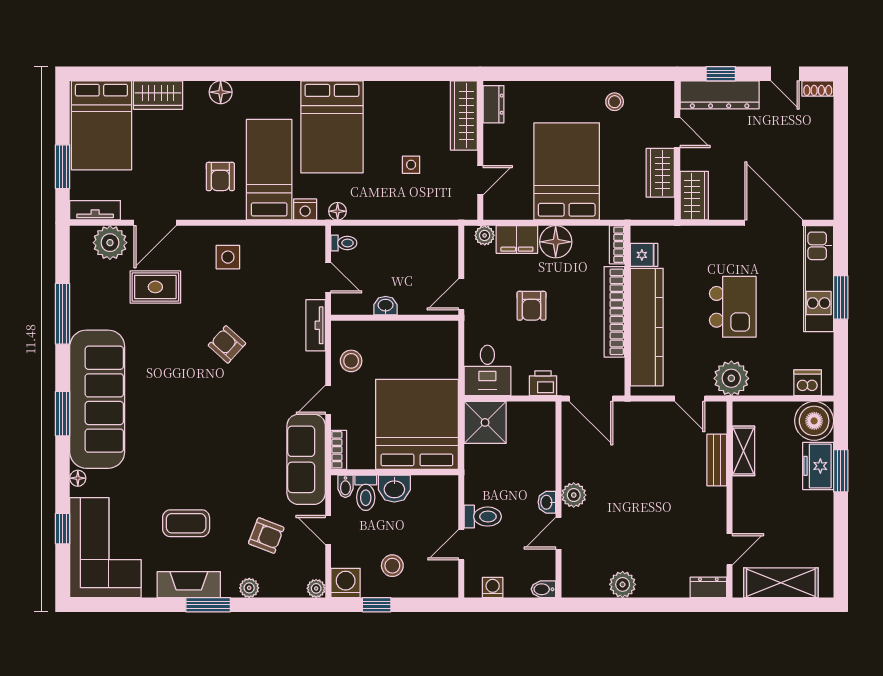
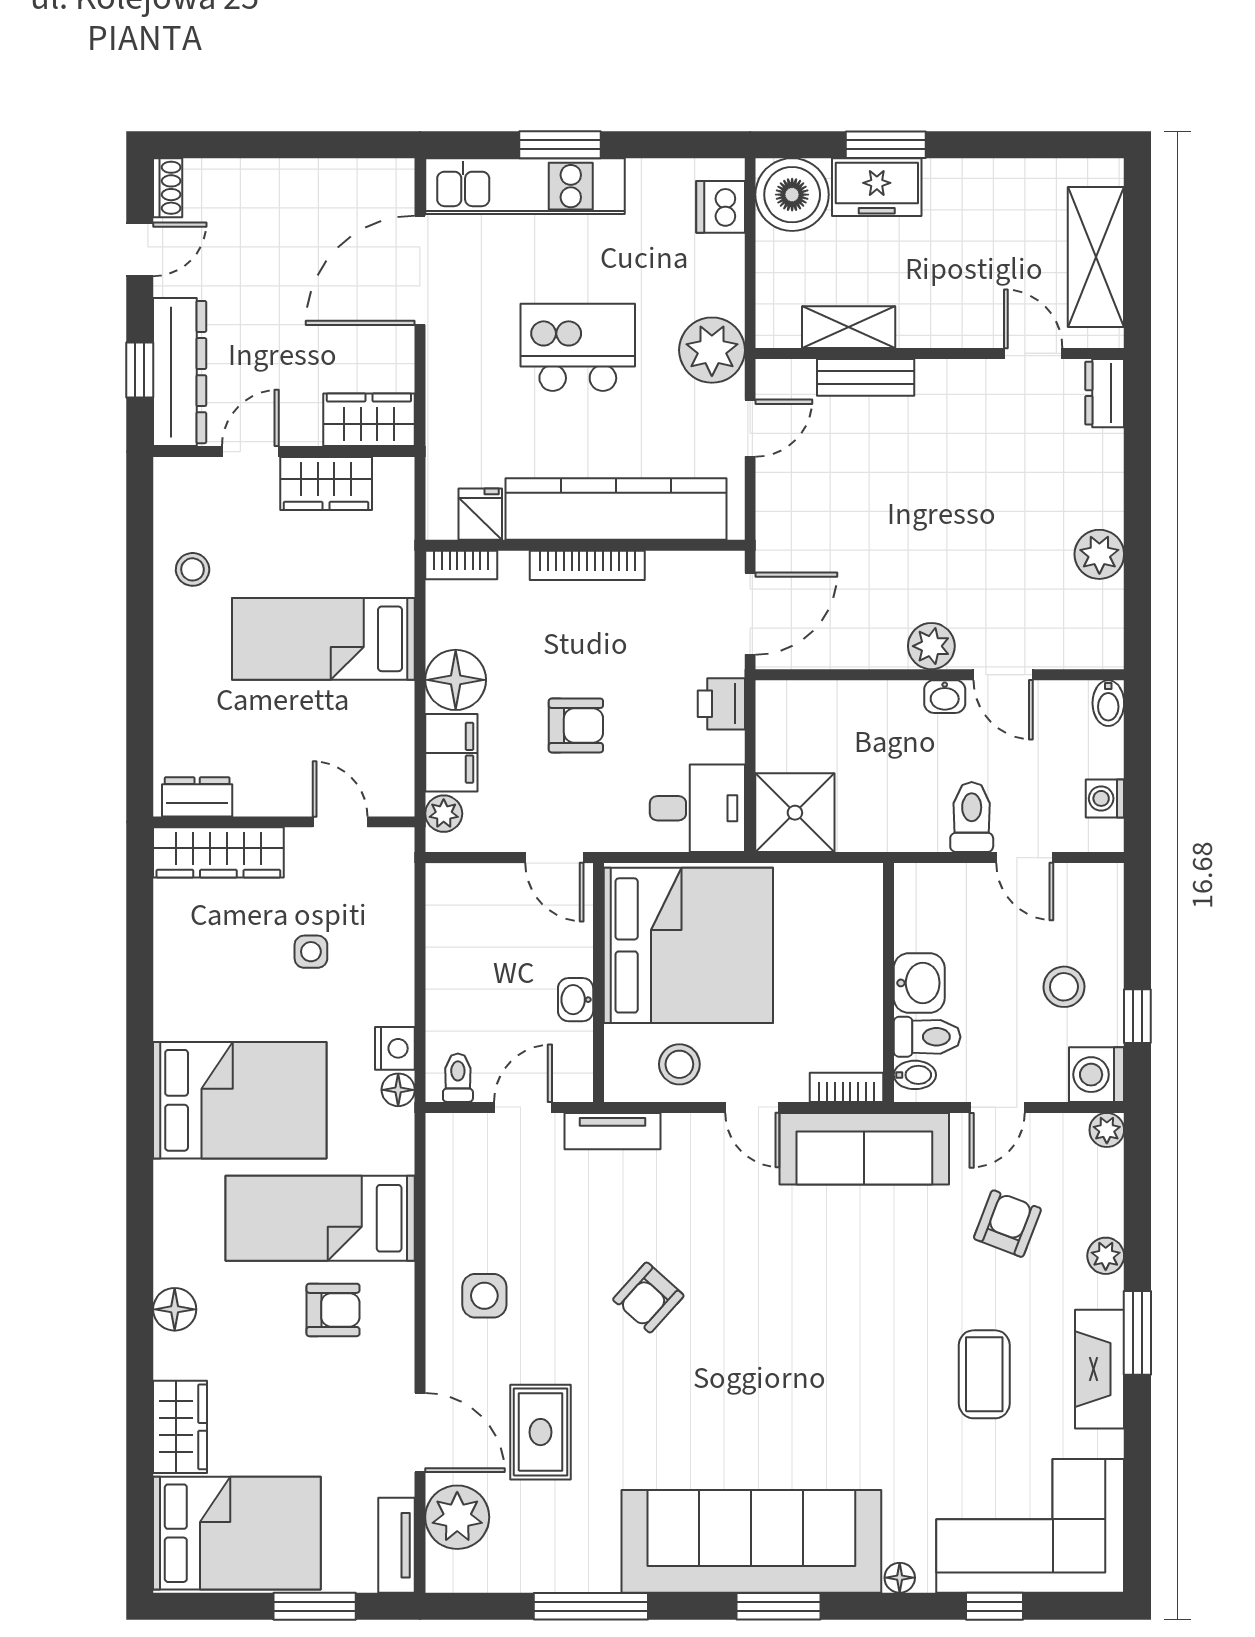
bed: (567, 171) -> (323, 639), width x0.67
nightstand: (305, 209) -> (395, 1048), moved
bookcase: (614, 312) -> (587, 565), width x0.68, depth x0.76
bed: (417, 424) -> (688, 945), moved, turned 180

